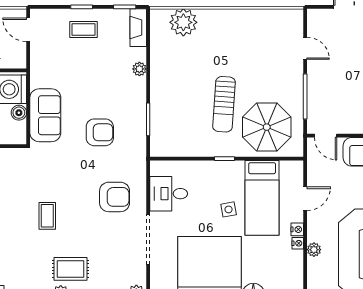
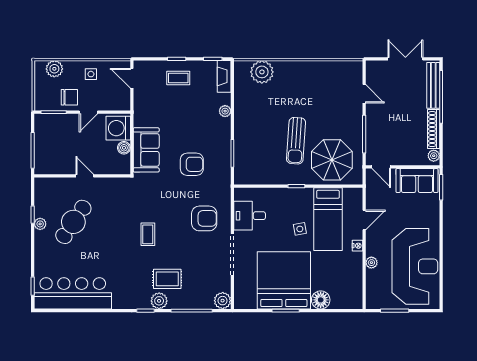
nightstand: (298, 243) -> (358, 257), removed

